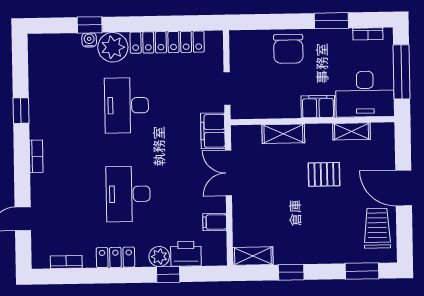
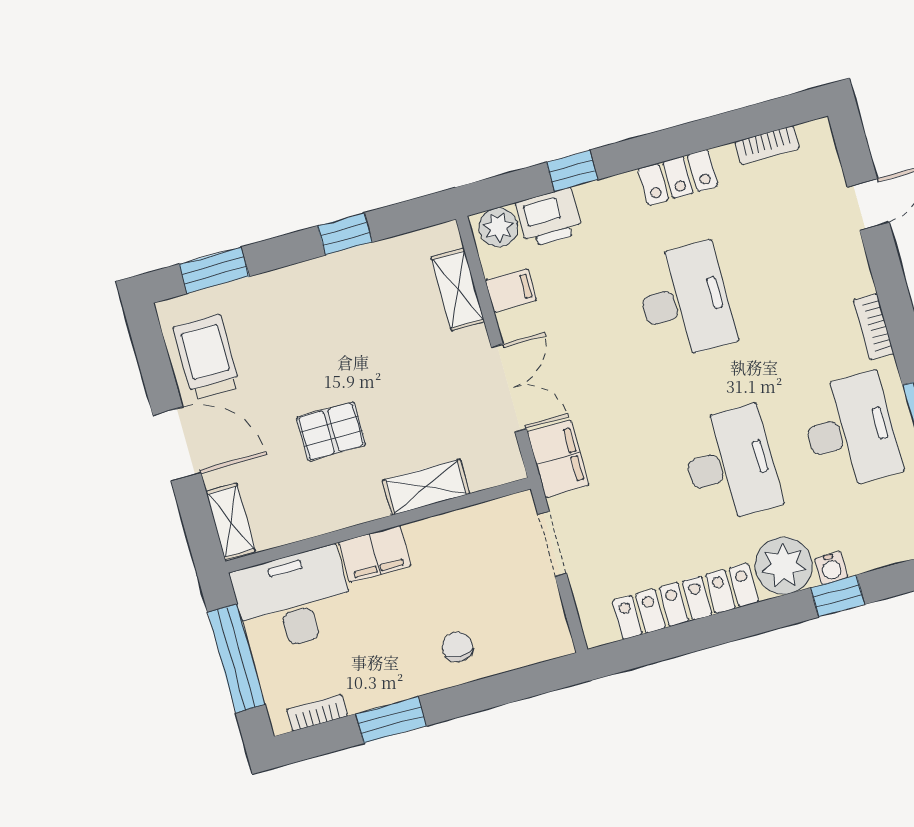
chair: (288, 49) -> (457, 647), width x0.54, depth x0.54
desk: (62, 107) -> (850, 431), added
shelving: (352, 131) -> (231, 521), moved, turned 90
trolley: (377, 228) -> (207, 357), turned 180
shelving: (253, 256) -> (458, 289), moved, turned 90
plant: (159, 257) -> (498, 227), moved

